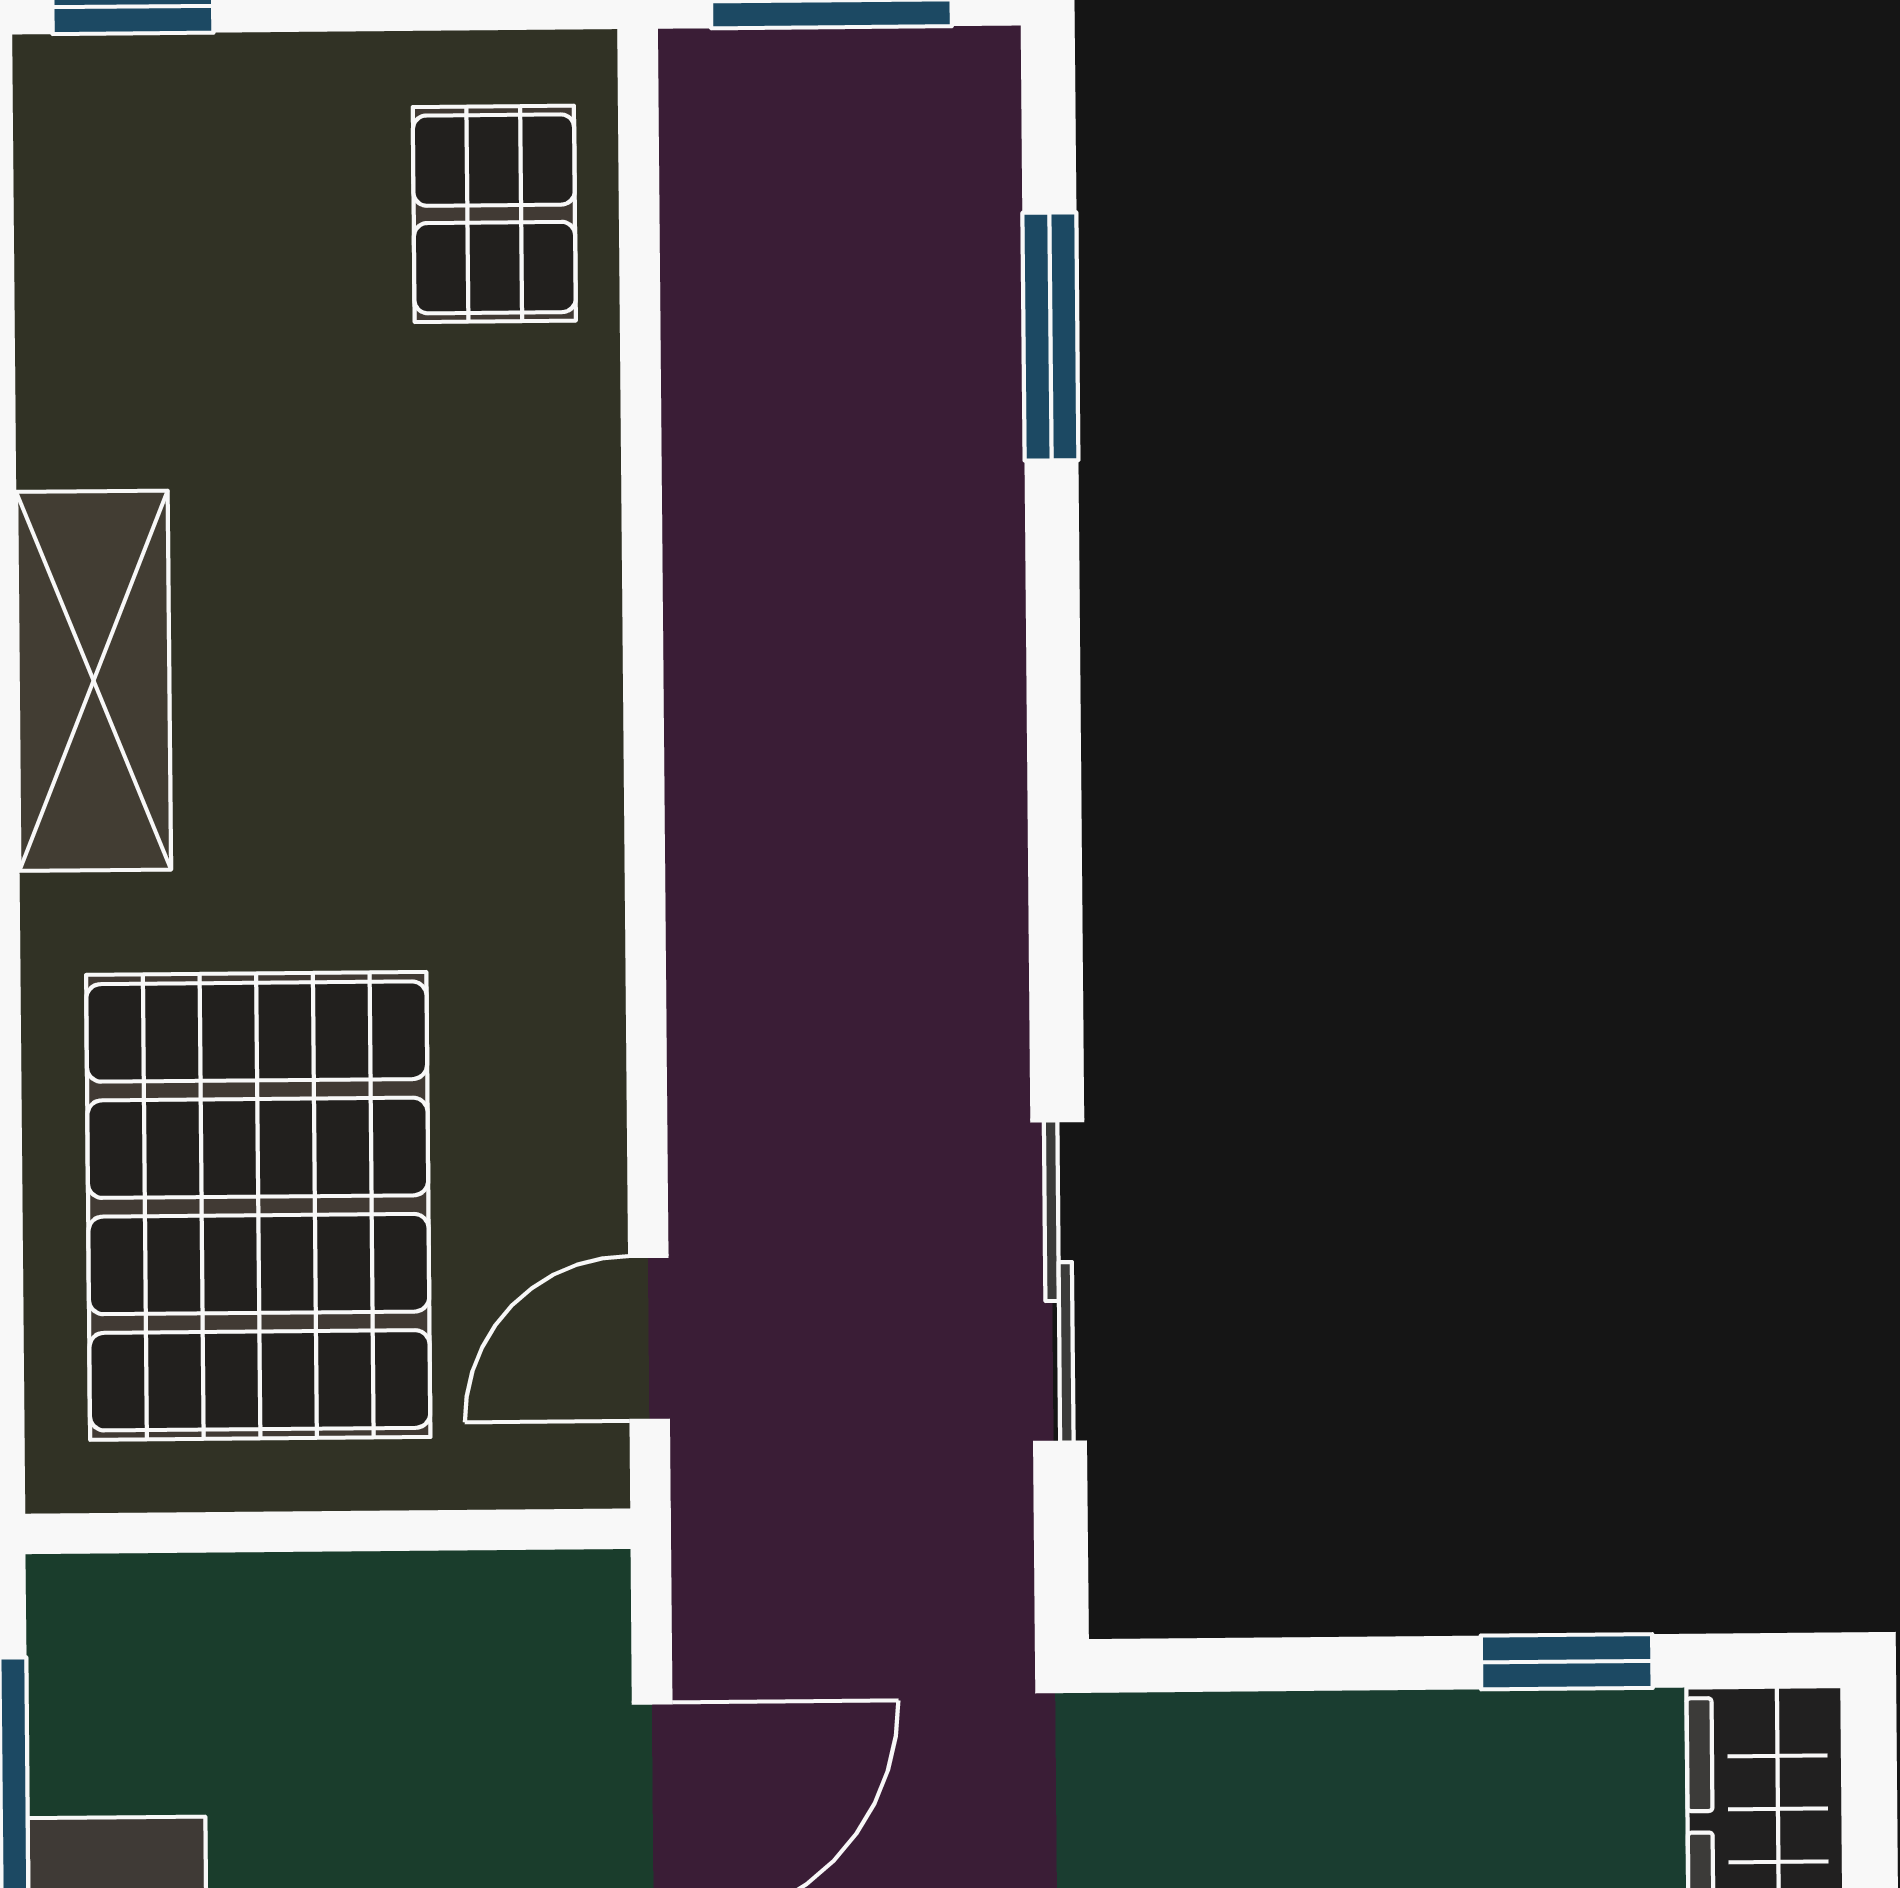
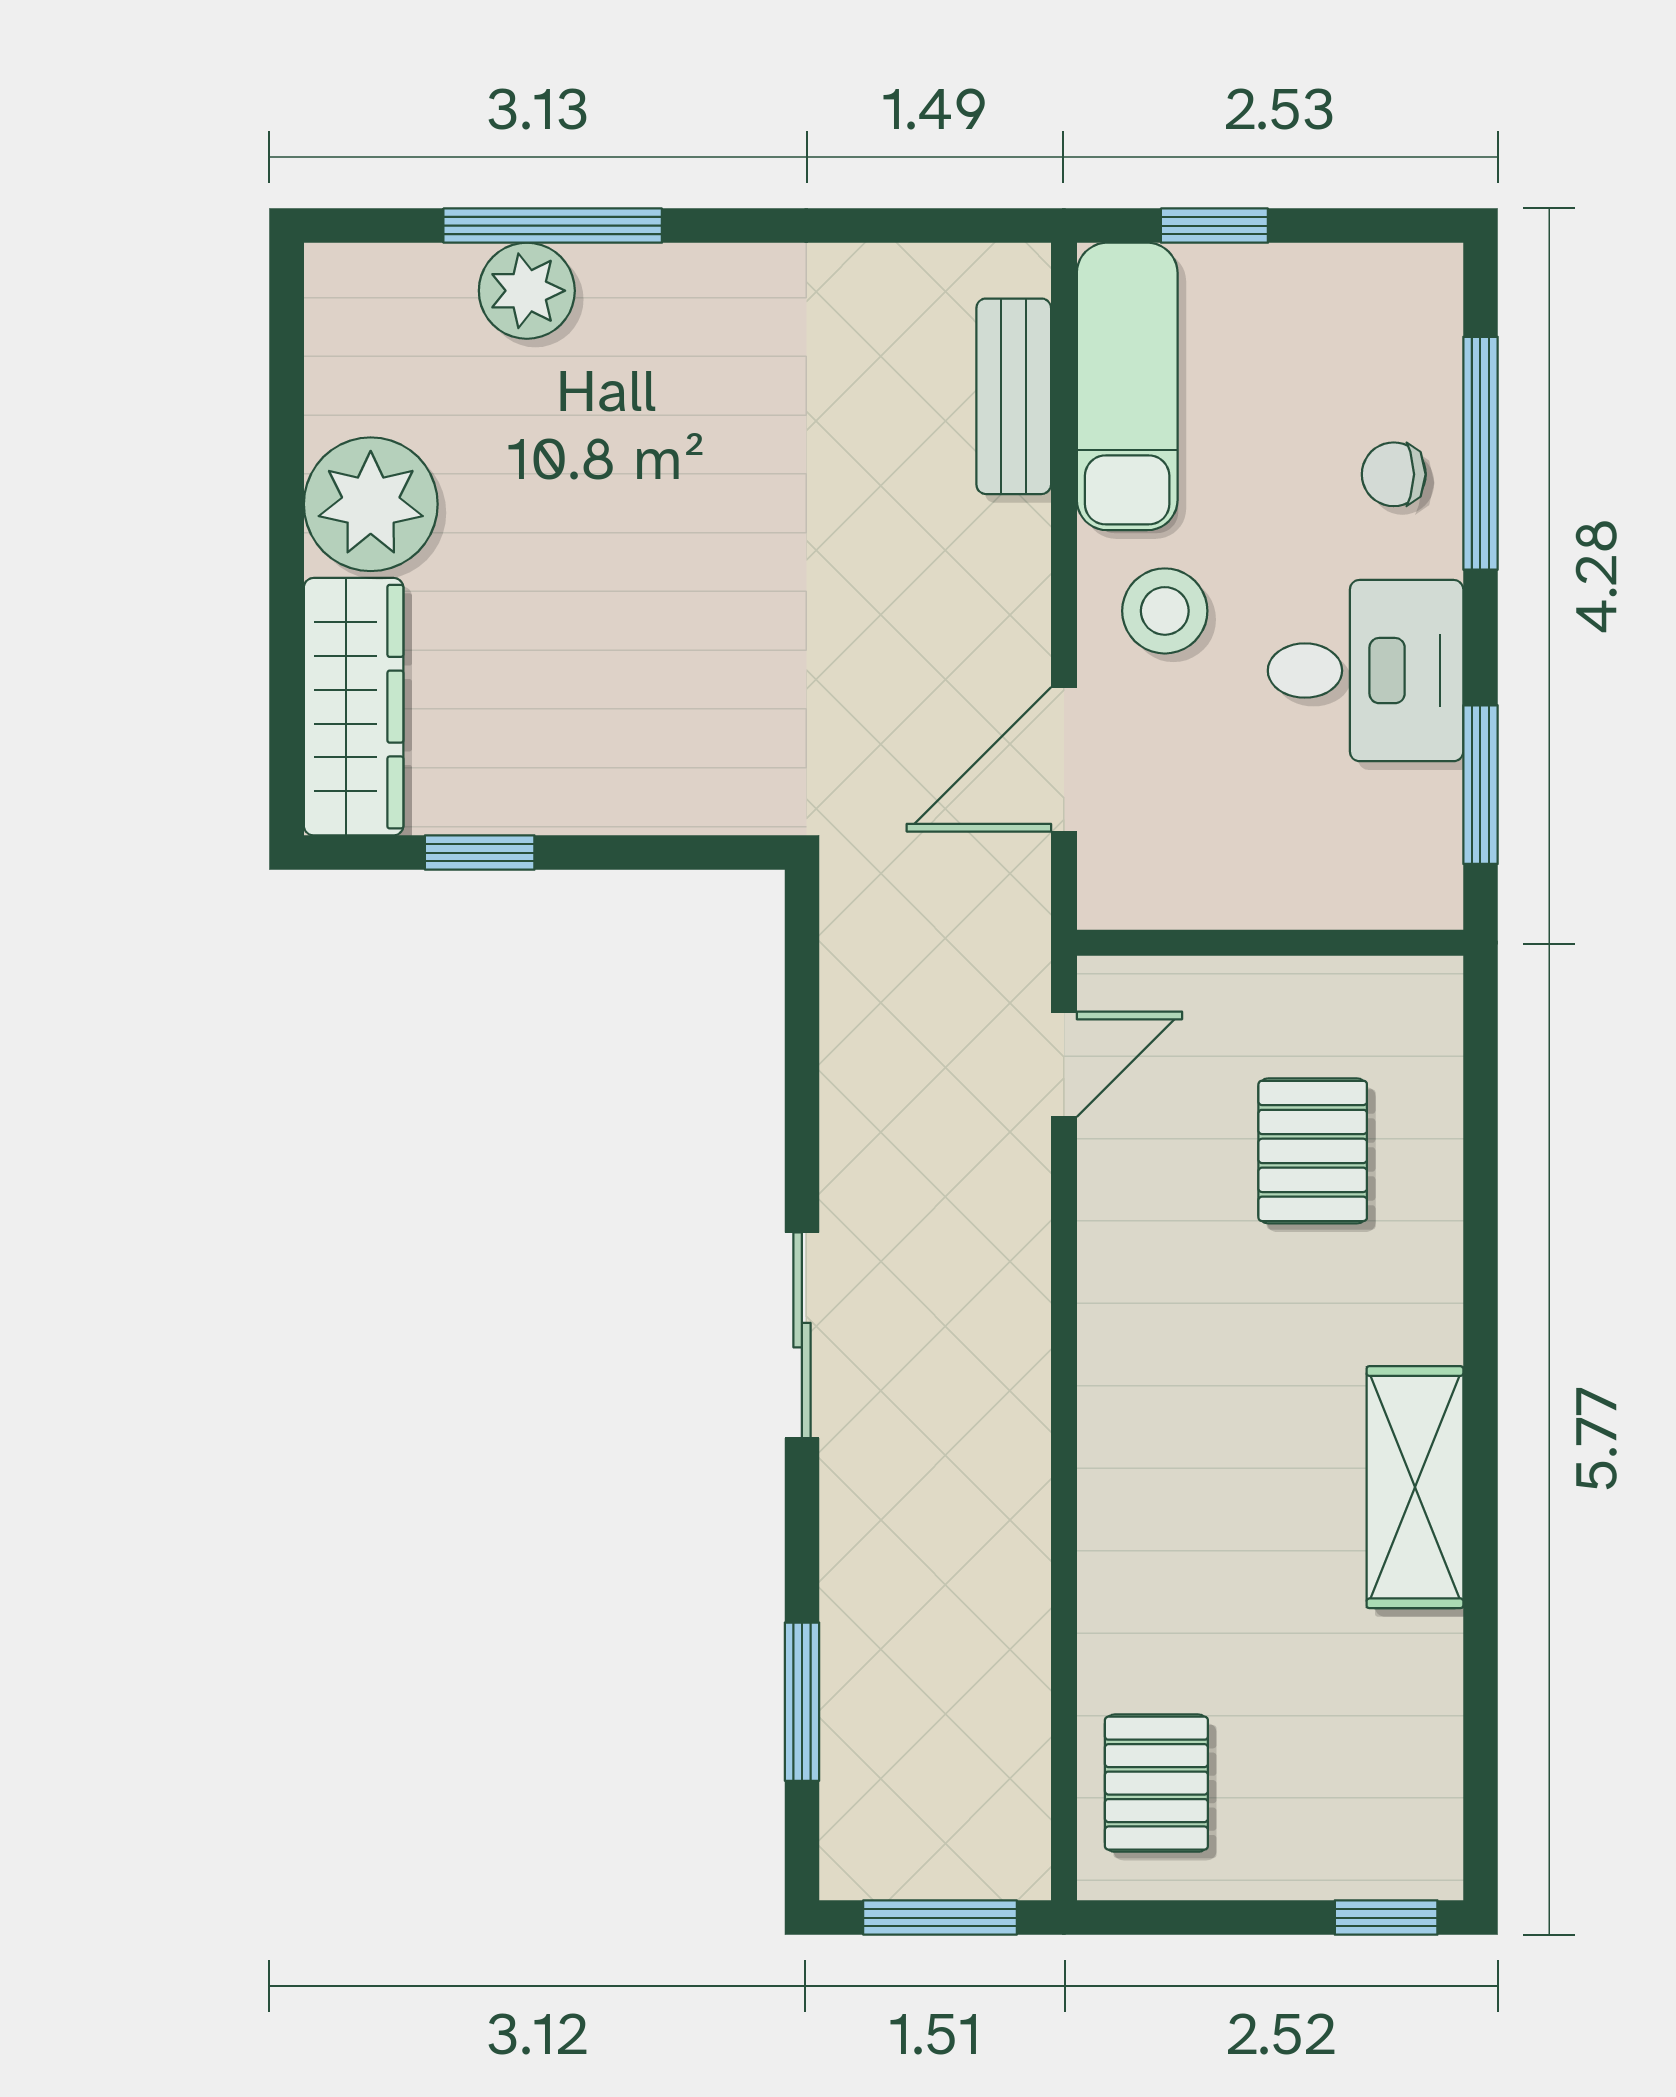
pallet: (258, 1206) -> (1313, 1151), width x0.49, depth x0.50
sliding door: (1059, 1282) -> (802, 1335), moved

